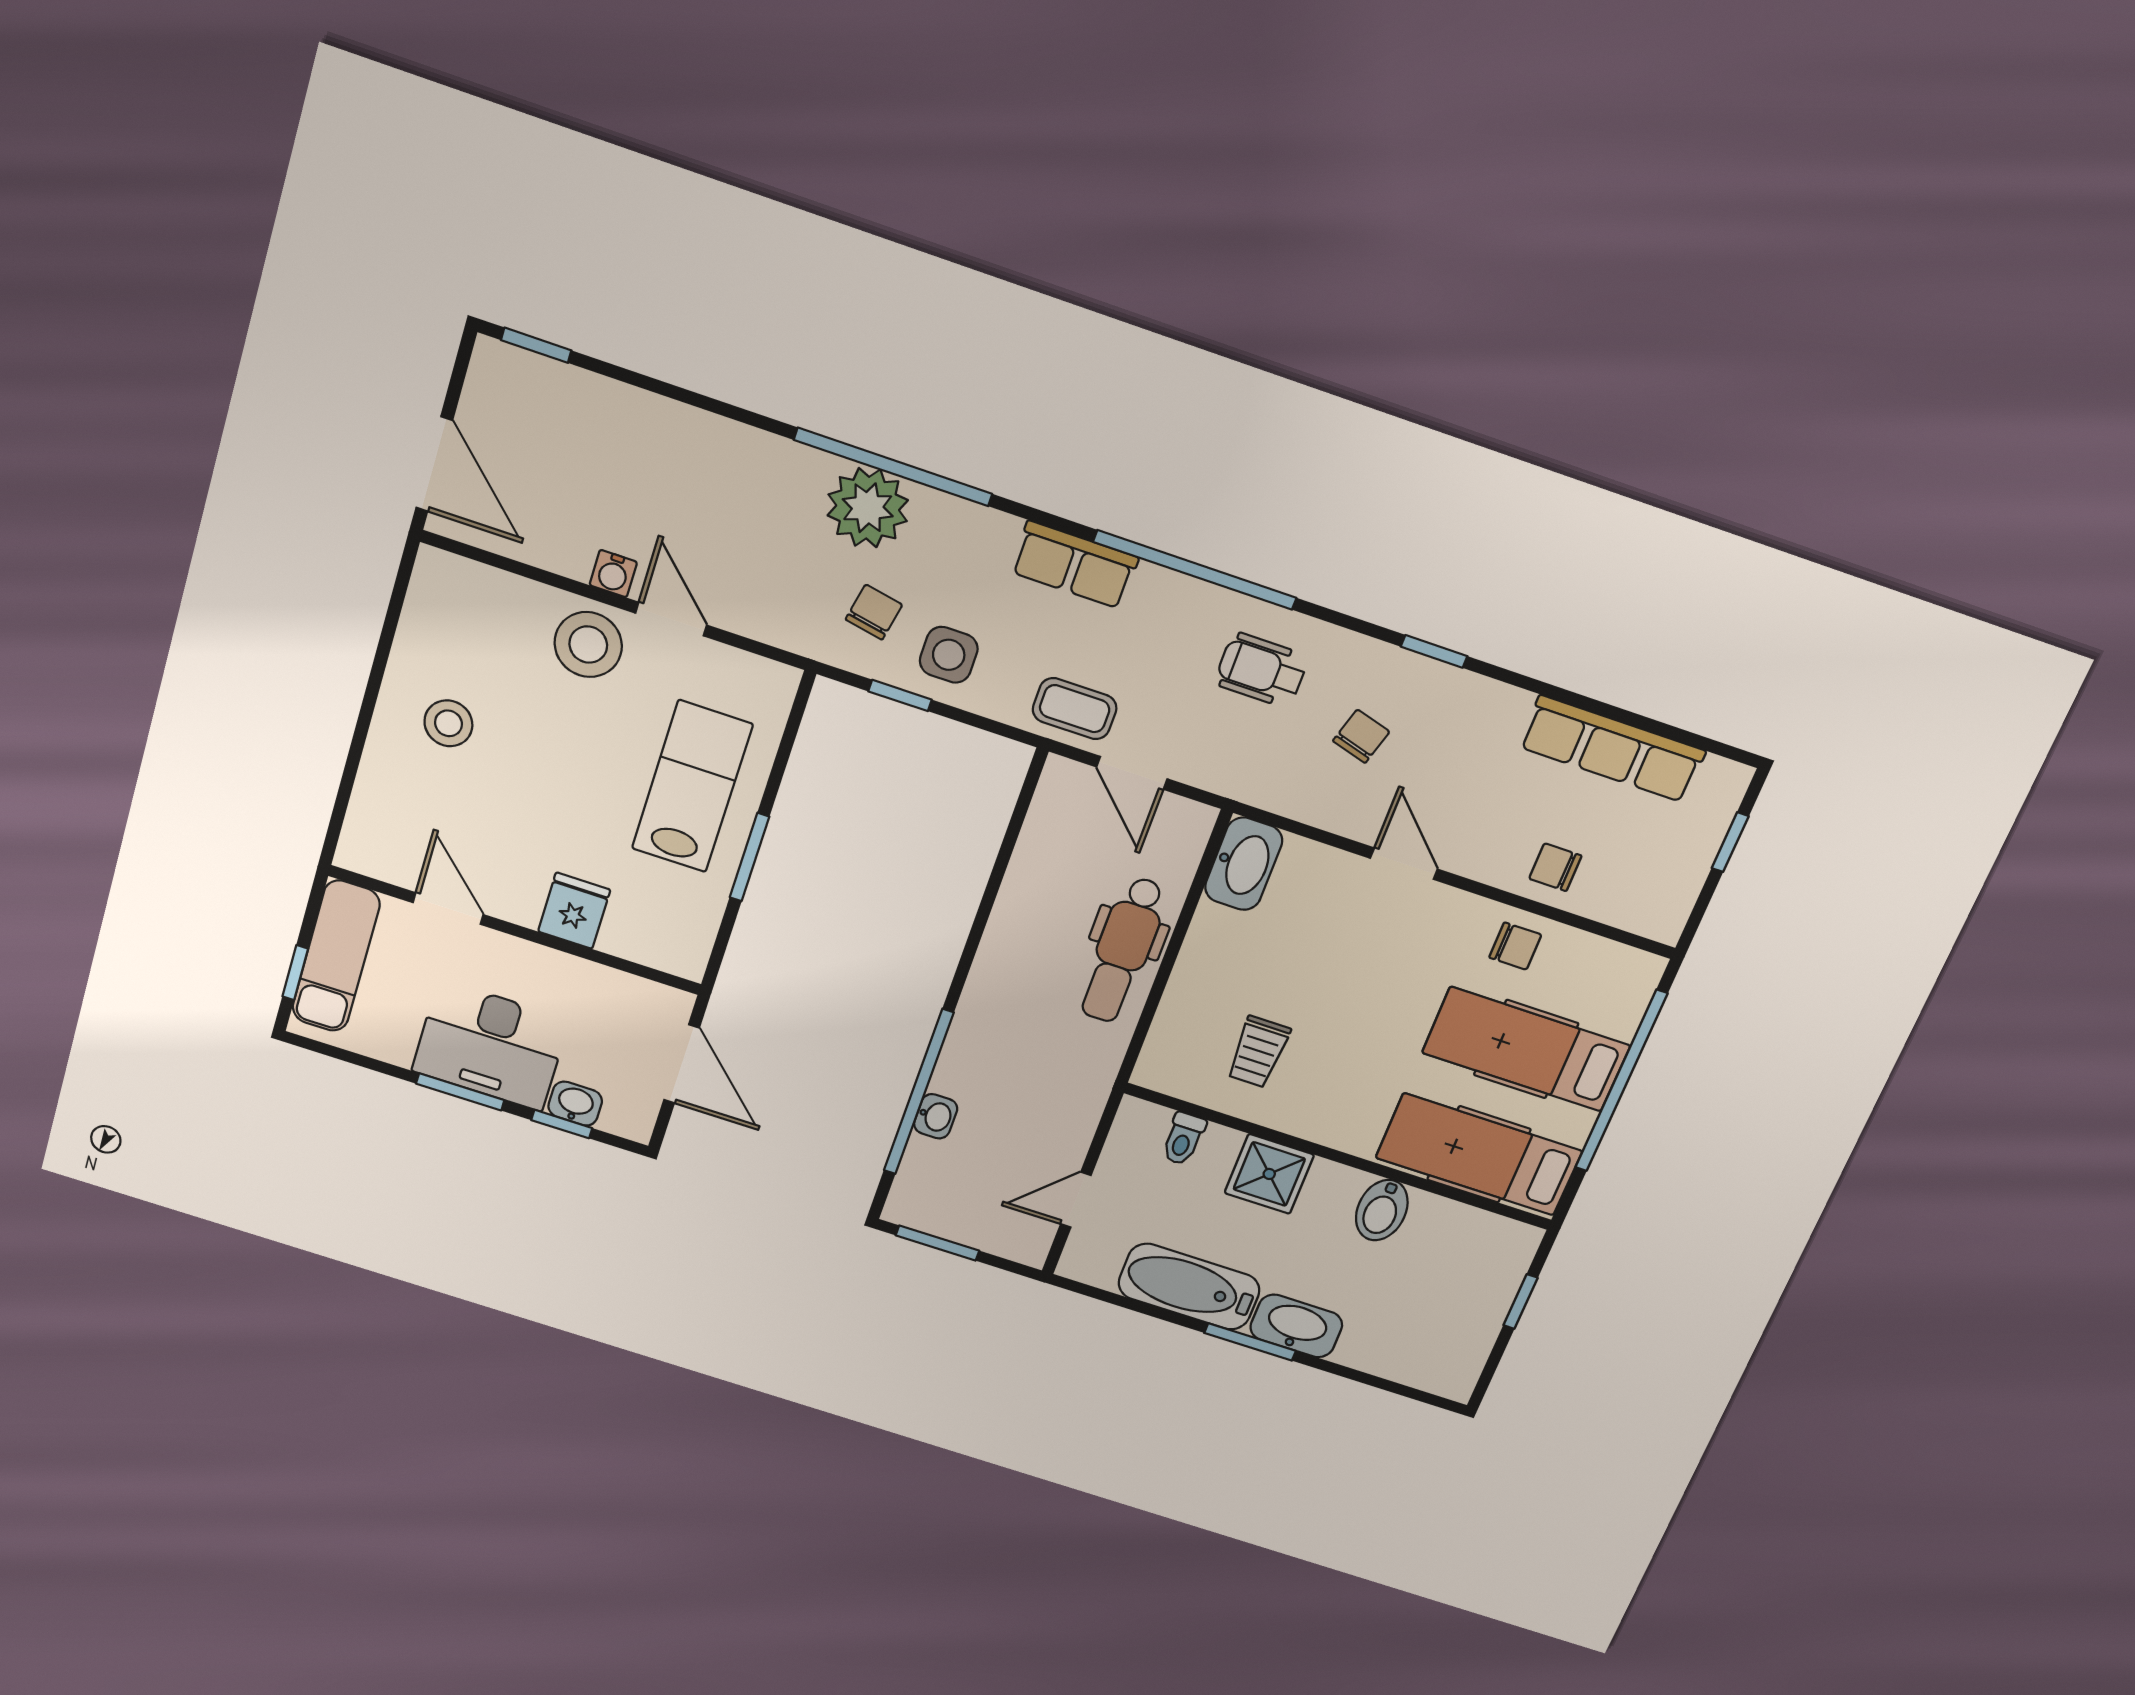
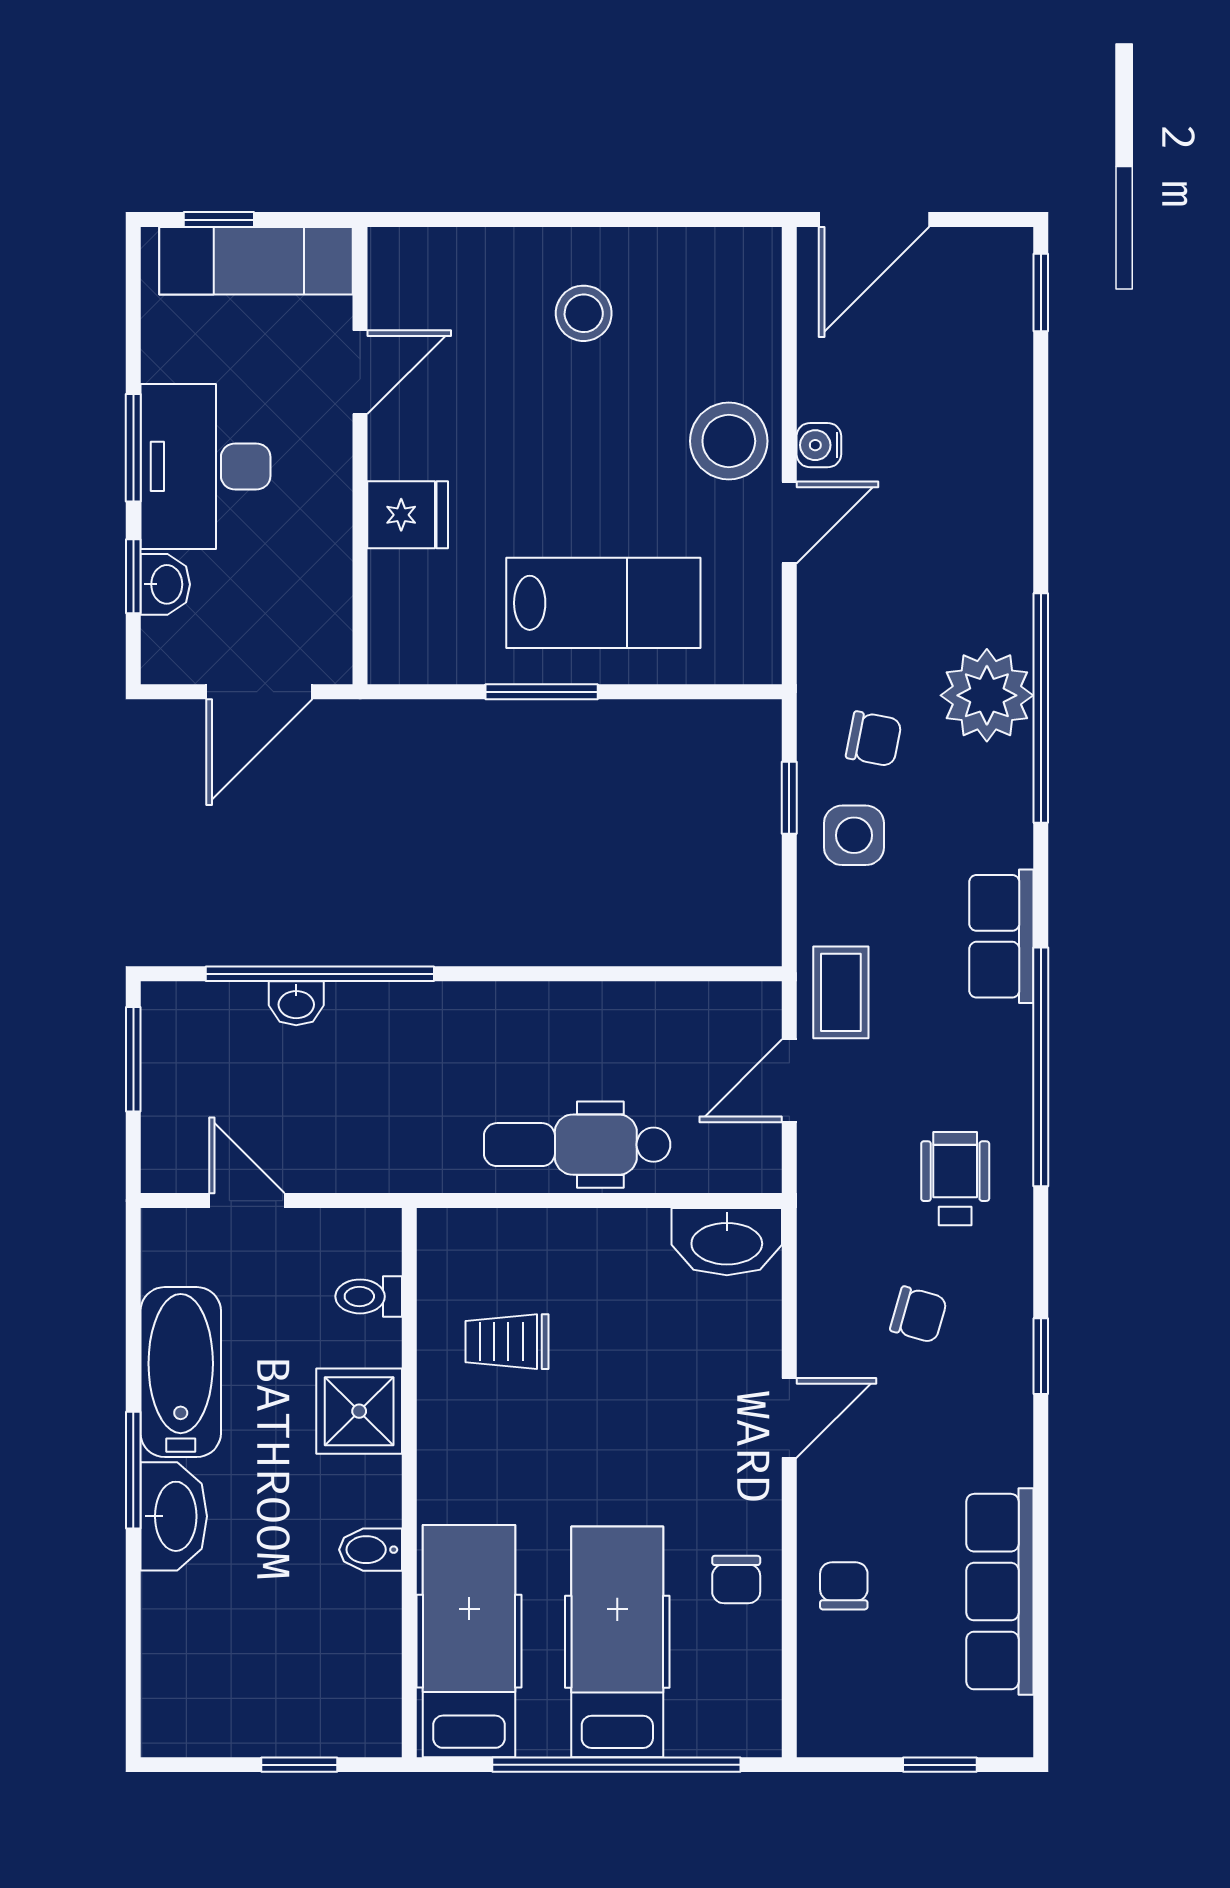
bidet: (1382, 1210) -> (371, 1550), width x0.72, depth x0.74

